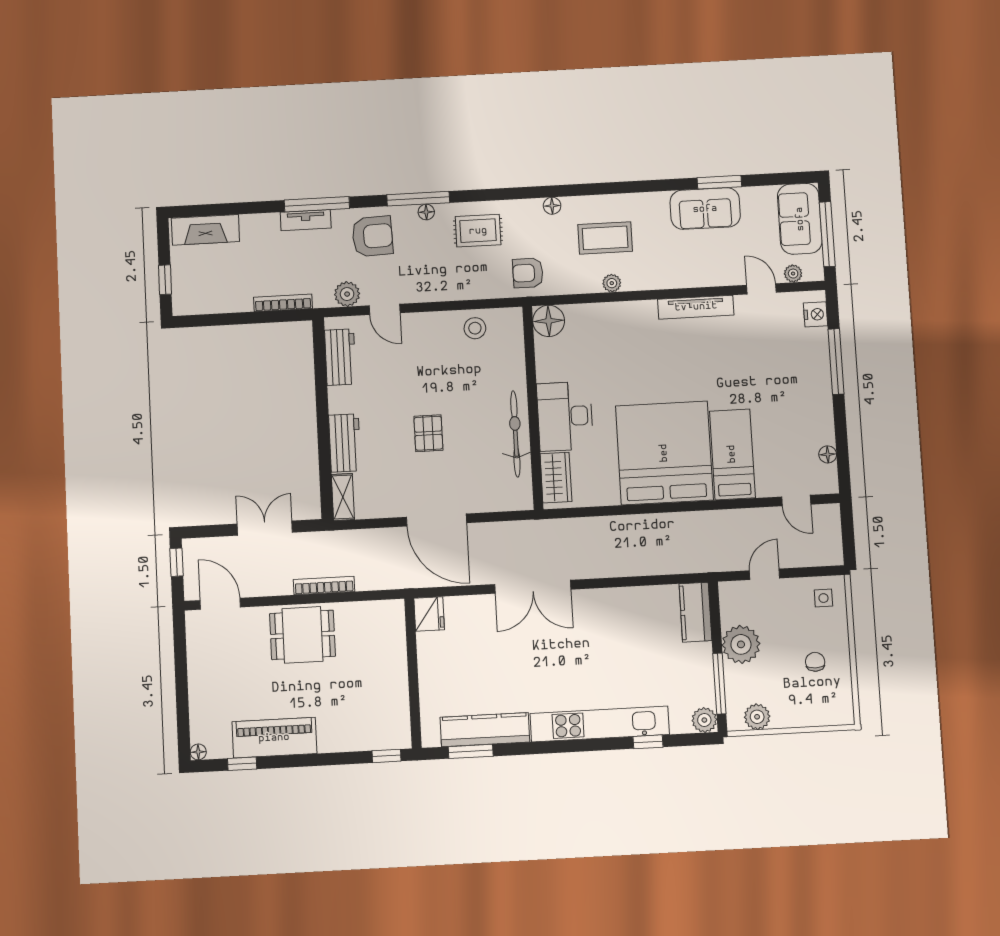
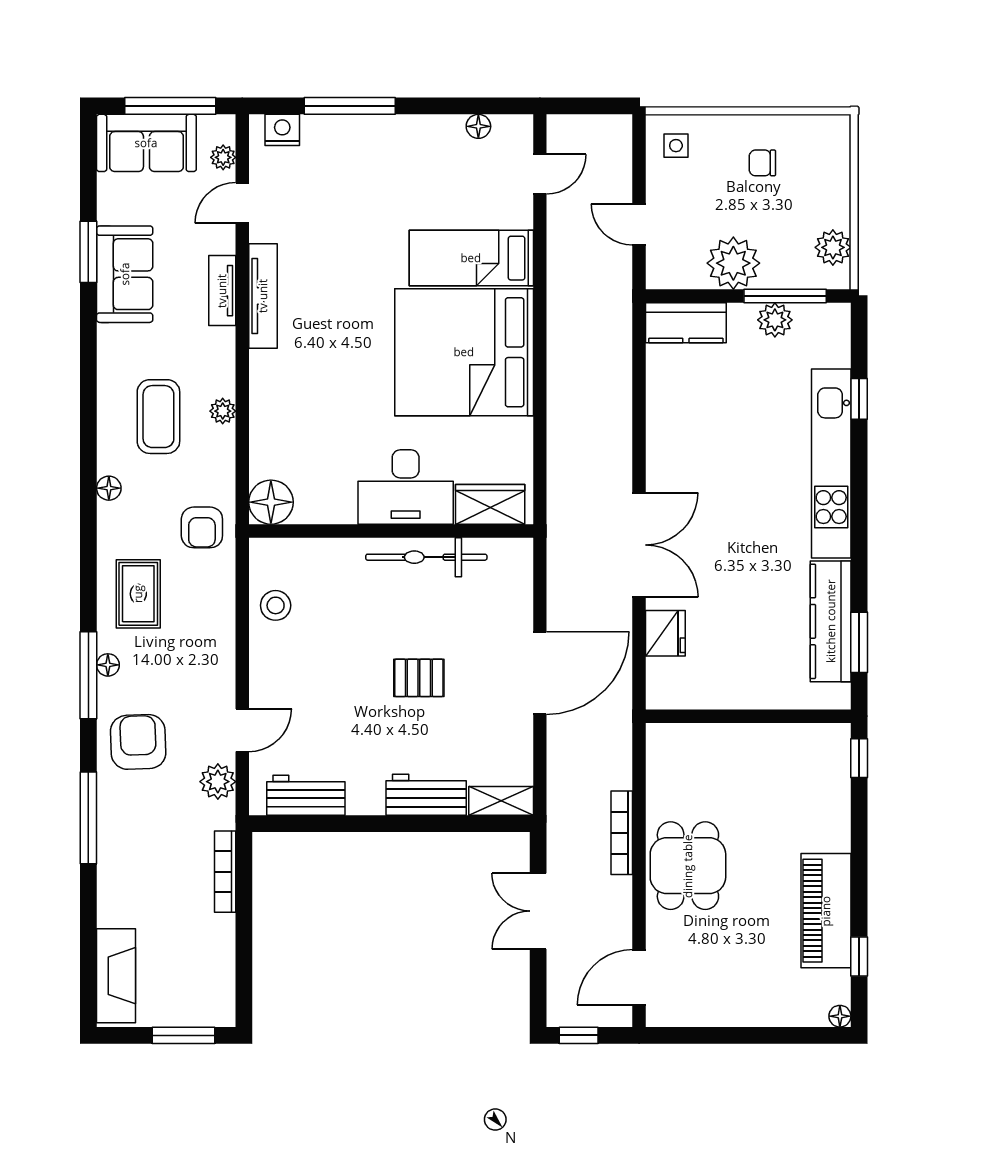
tv unit: (306, 220) -> (222, 291), moved, turned 180
window: (165, 280) -> (183, 1035), width x1.50
fridge: (429, 614) -> (665, 633), moved, turned 90
plant: (704, 720) -> (775, 320), moved

